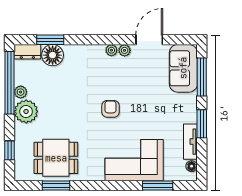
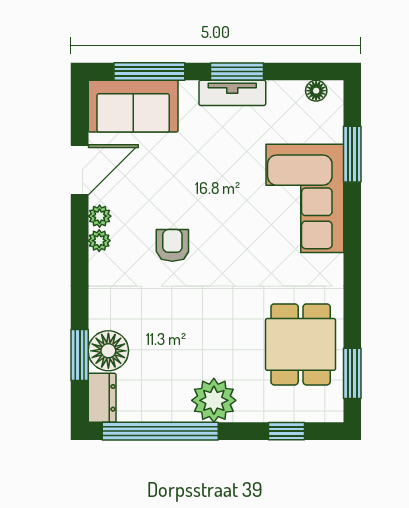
door: (149, 40) -> (80, 170), swing flipped
plant: (21, 92) -> (177, 411), removed
armchair: (110, 109) -> (172, 245), moved, turned 90
tv unit: (190, 142) -> (232, 93), moved
window: (56, 185) -> (352, 373), moved

